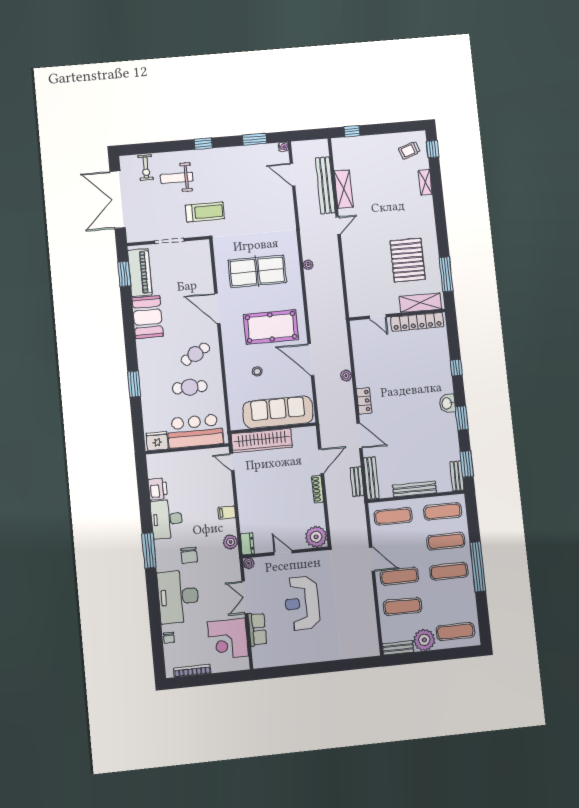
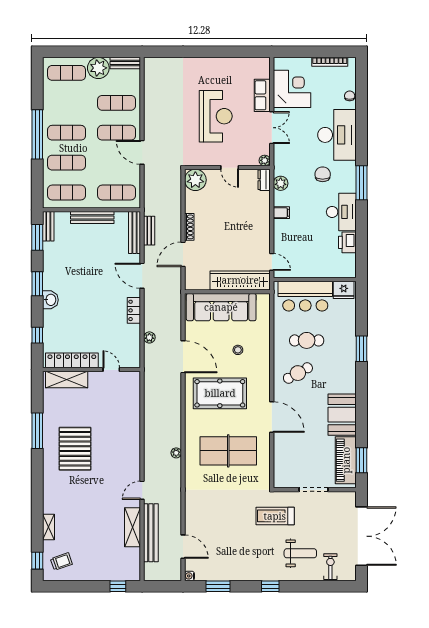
shelving: (420, 303) -> (67, 380), moved
wall: (397, 315) -> (92, 370), moved
door: (378, 317) -> (111, 370), moved
locker: (417, 322) -> (72, 360), moved

